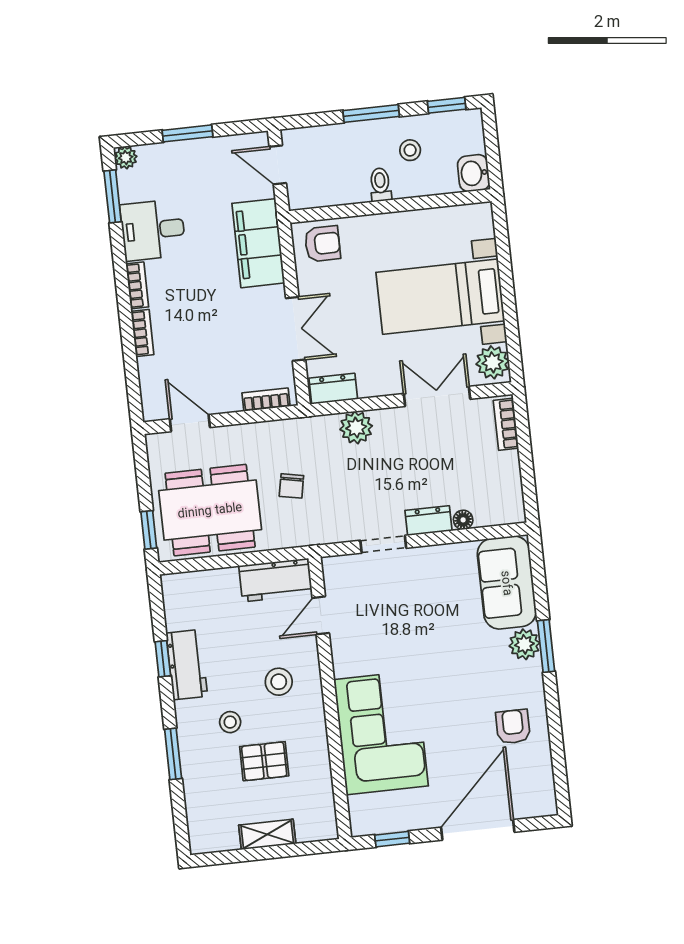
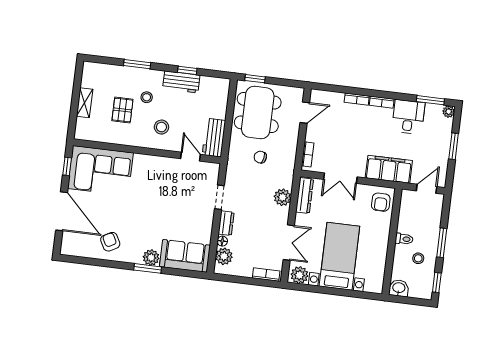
dresser: (333, 389) -> (305, 196), width x1.44
plant: (491, 510) -> (224, 256), added
armchair: (513, 727) -> (110, 242), turned -118
corner sofa: (381, 733) -> (100, 171), moved

